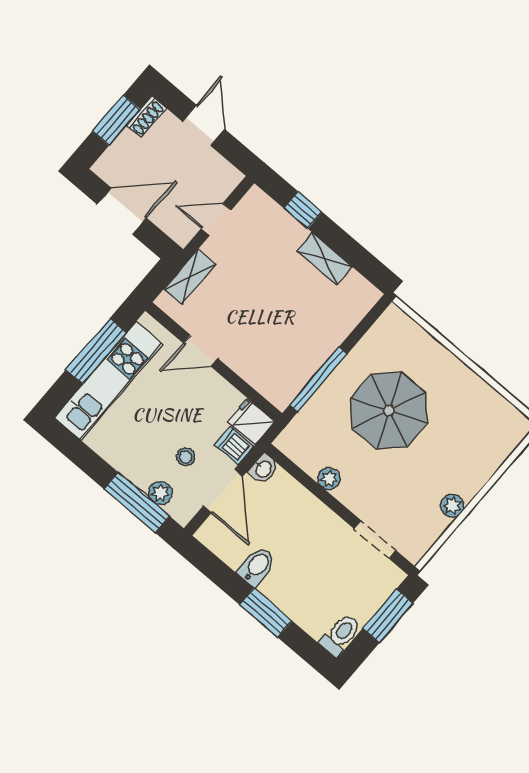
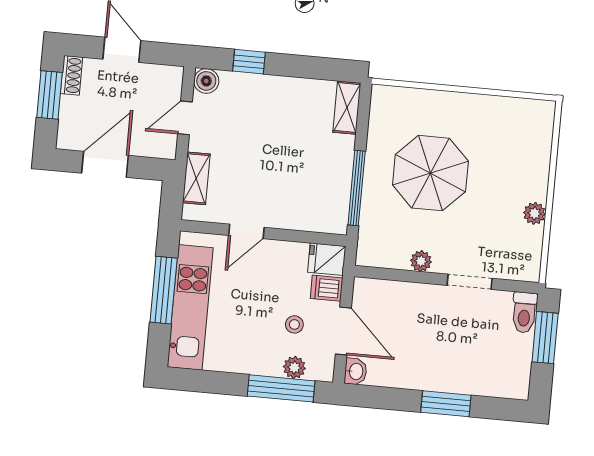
boiler: (256, 201) -> (206, 81), added
shelving: (324, 259) -> (347, 108), moved, turned 90
washbasin: (263, 469) -> (356, 371), moved
doorway: (375, 540) -> (470, 282), moved
bidet: (257, 567) -> (413, 372), removed
toilet: (341, 635) -> (524, 312), moved, turned 180

